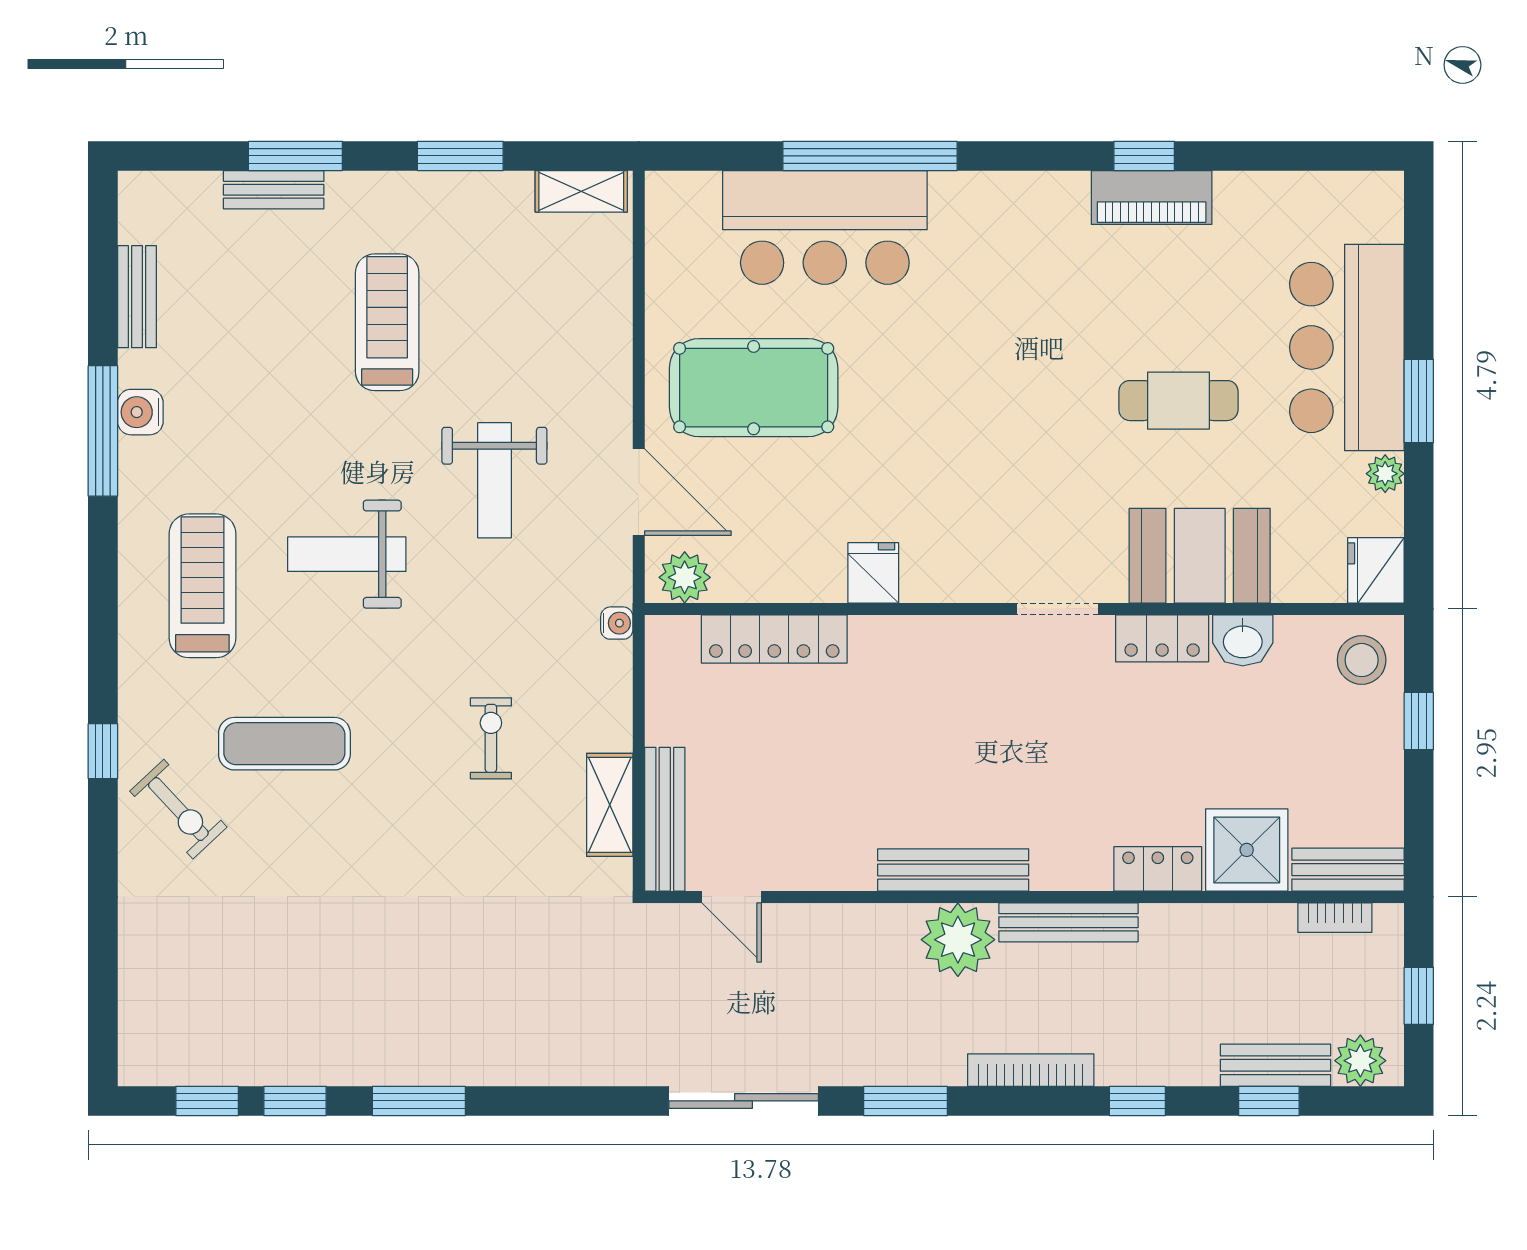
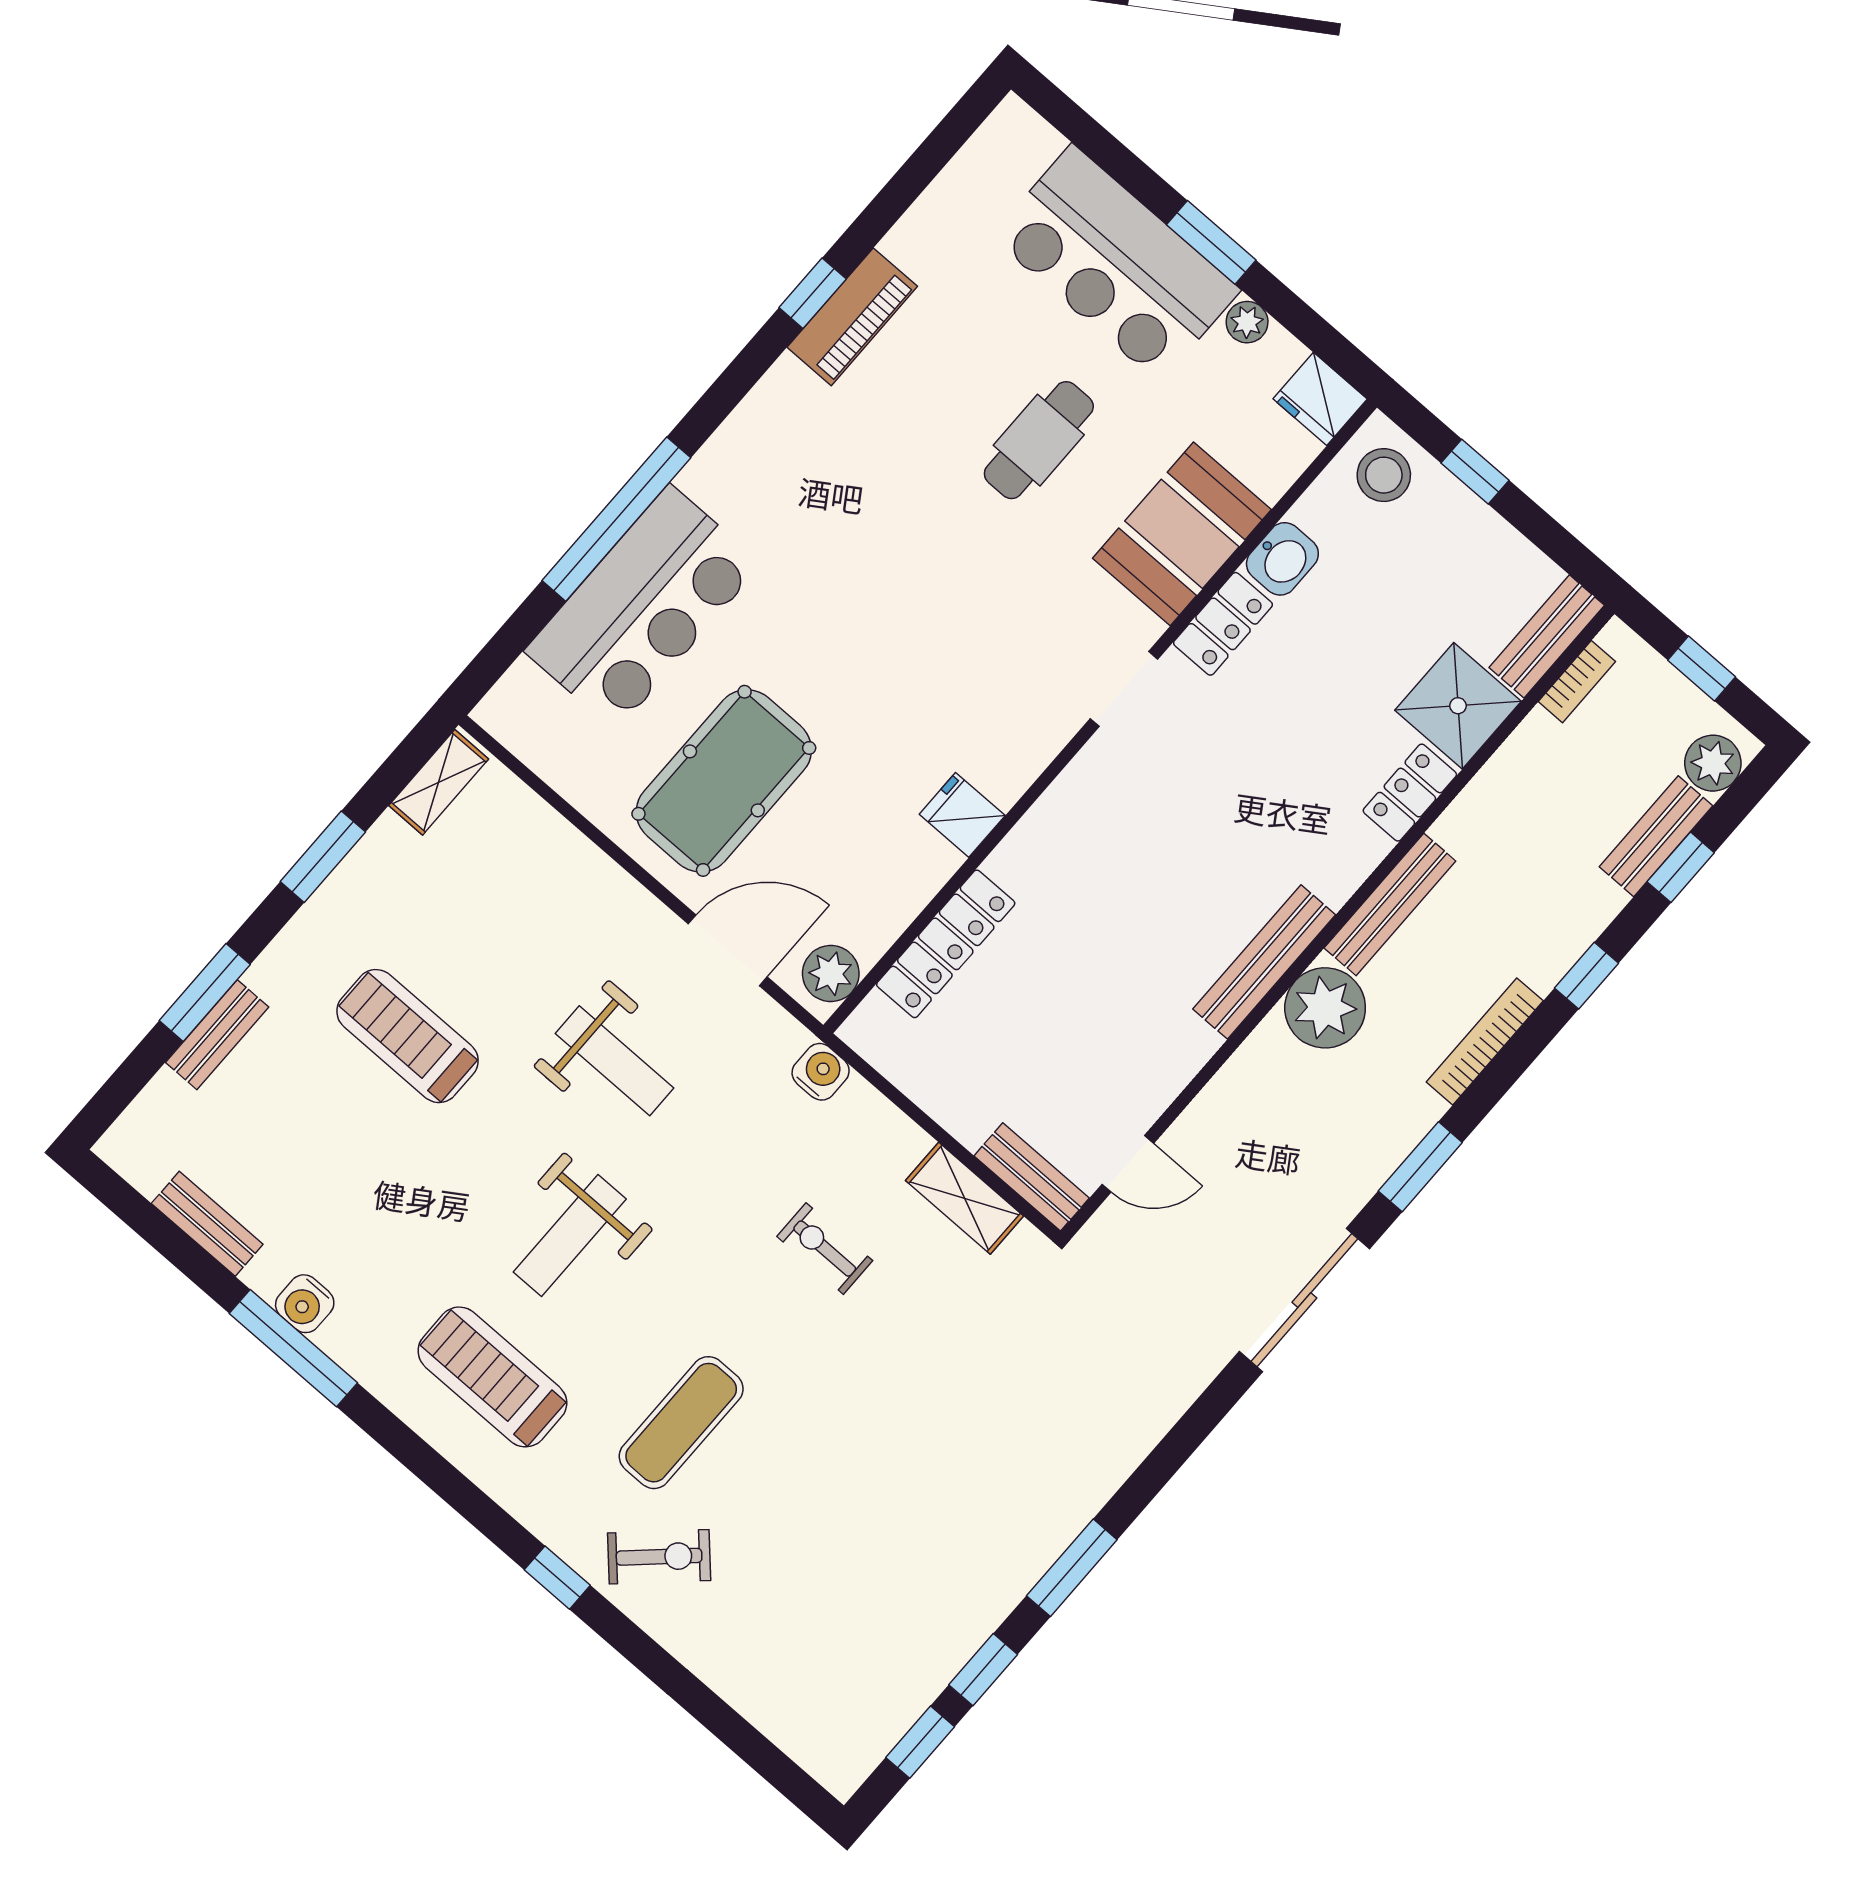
water cooler: (617, 623) -> (821, 1072), width x1.38, depth x1.38
bench: (665, 819) -> (1032, 1177), width x0.73

